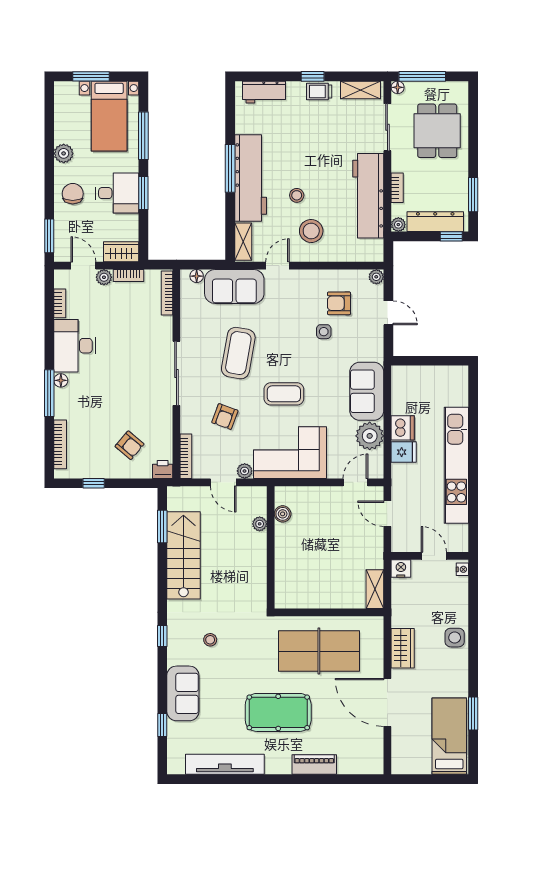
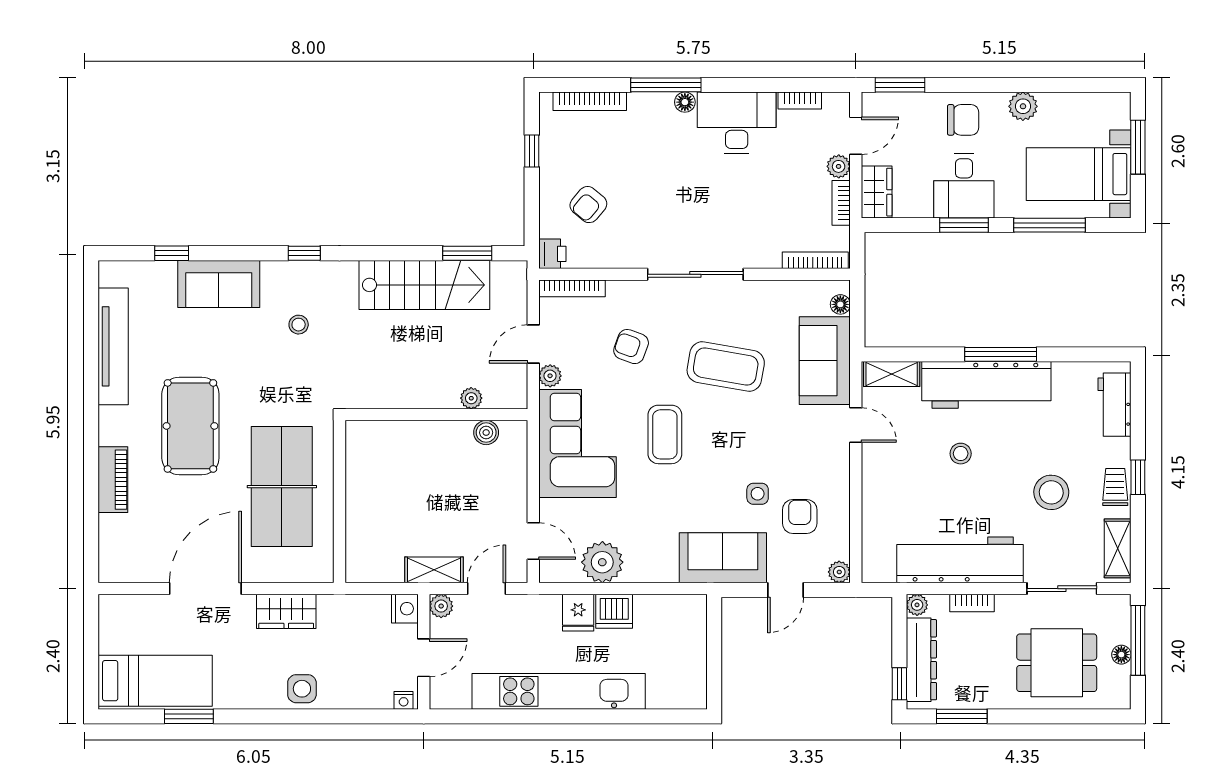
floor lamp: (398, 87) -> (1121, 655), moved
stool: (311, 231) -> (1051, 492), moved
sofa: (367, 391) -> (723, 558), moved
plant: (399, 544) -> (441, 606), added
shelving: (375, 589) -> (434, 570), moved

